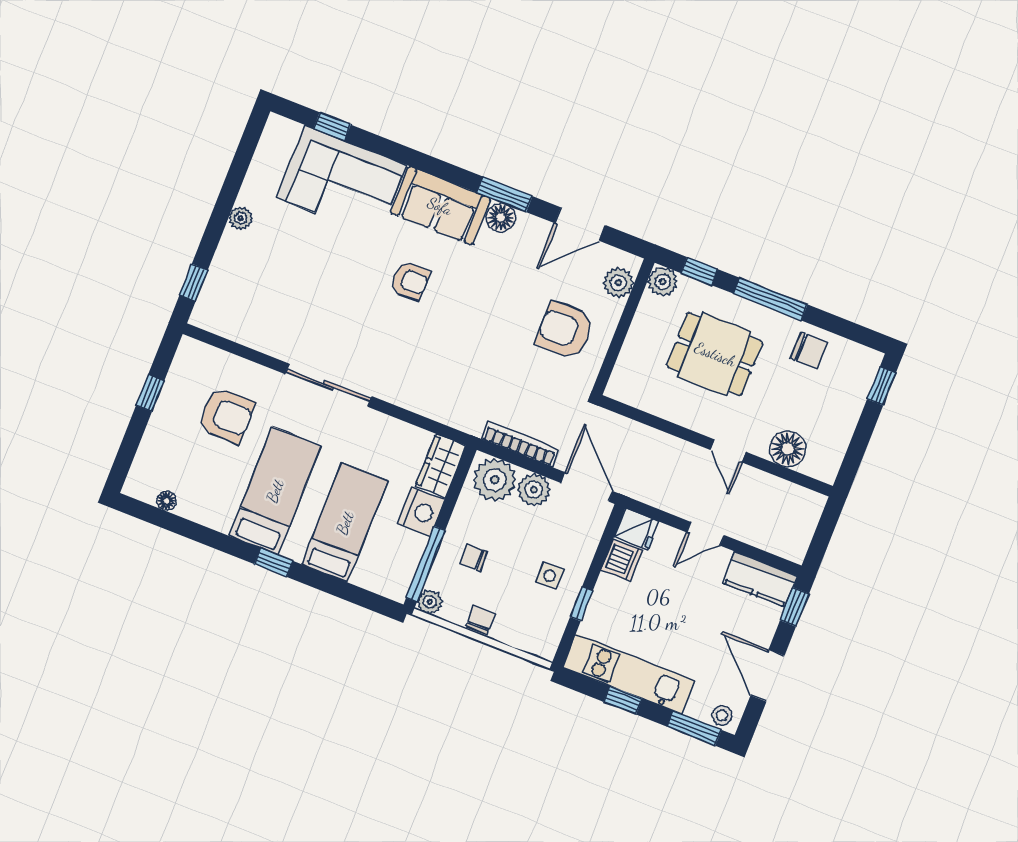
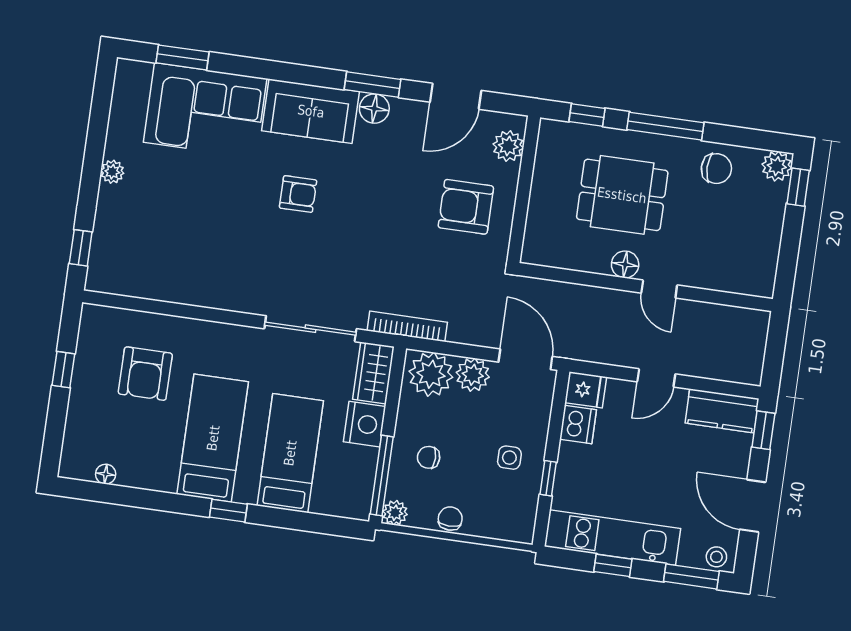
window: (332, 126) -> (183, 57), width x1.50
plant: (663, 282) -> (777, 166), moved
sliding door: (329, 385) -> (310, 329), moved
armchair: (226, 415) -> (145, 374), turned 90
bookcase: (520, 444) -> (407, 326), moved
floor lamp: (788, 449) -> (625, 264), moved, width x0.73, depth x0.73

